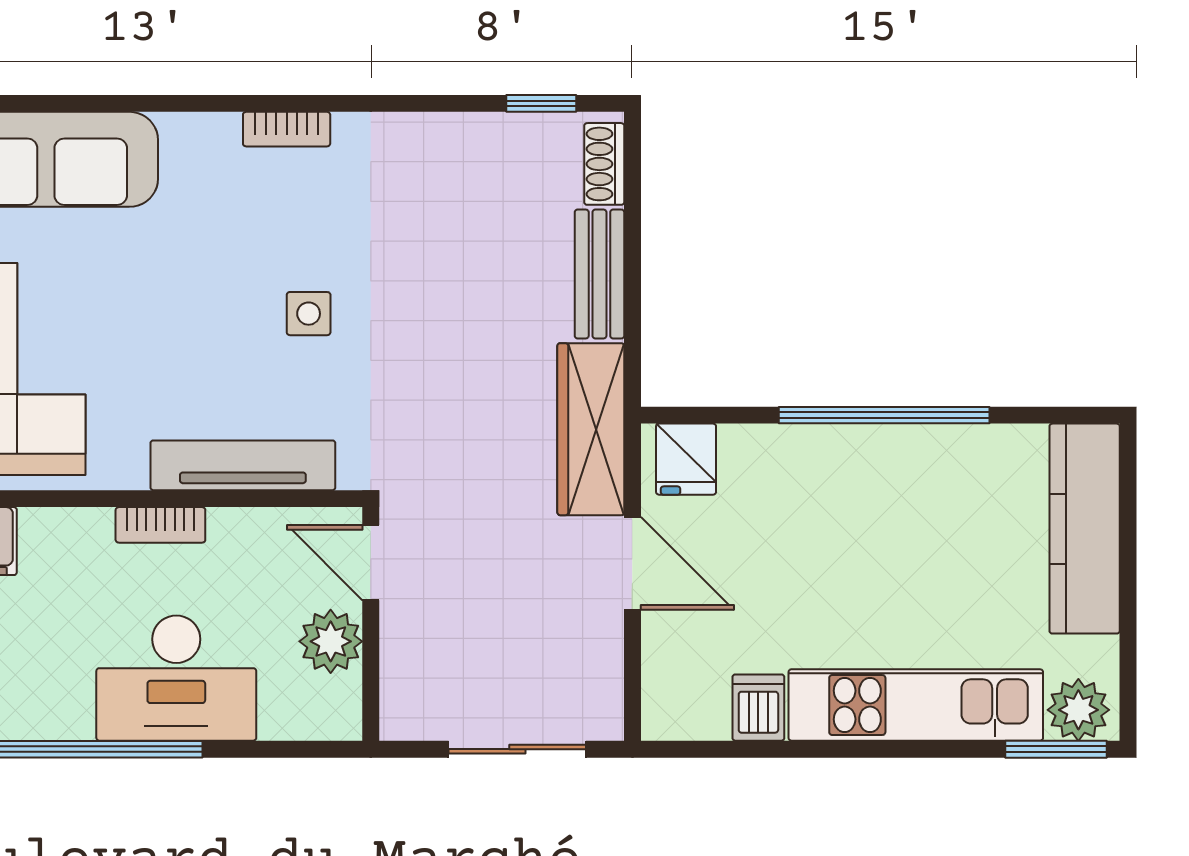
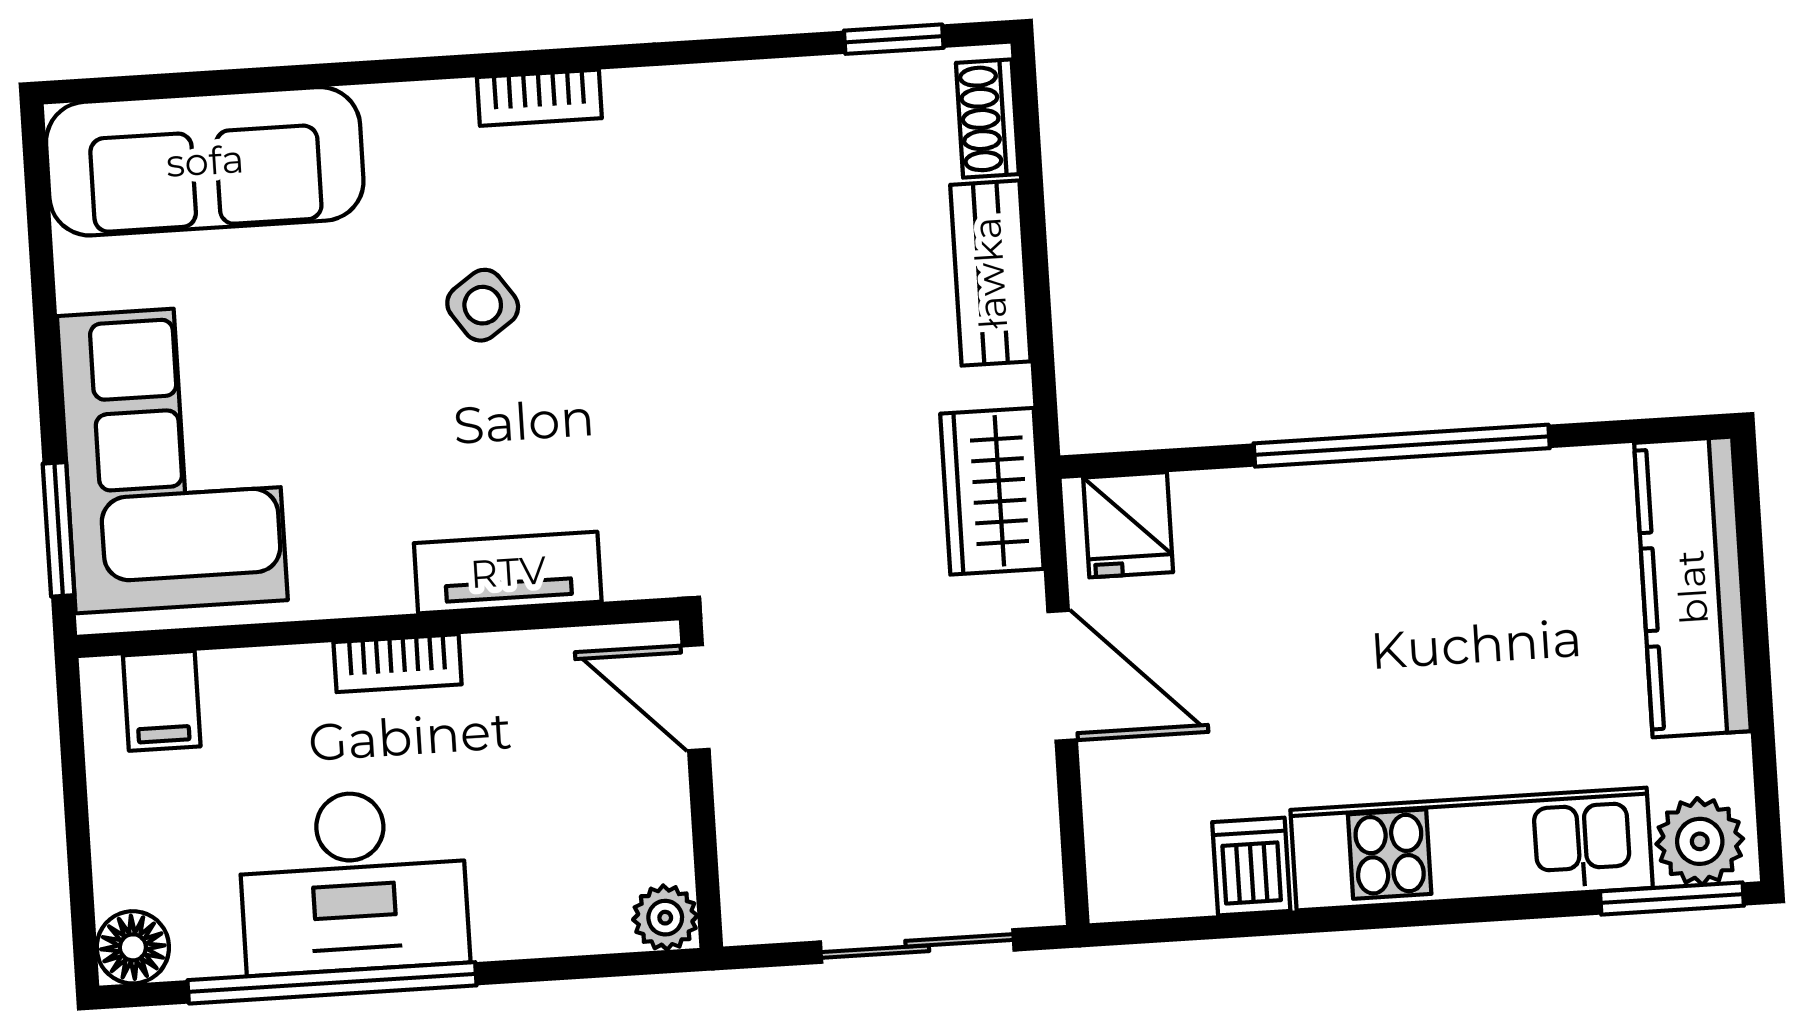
side table: (309, 314) -> (483, 305), moved, turned -35
wardrobe: (591, 429) -> (992, 491), width x0.67
tv unit: (243, 465) -> (508, 572), width x0.71
plant: (331, 641) -> (665, 918), moved, width x0.73, depth x0.73
desk: (176, 678) -> (353, 882), moved

